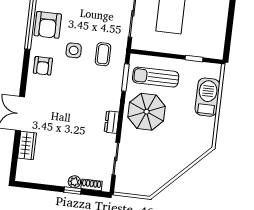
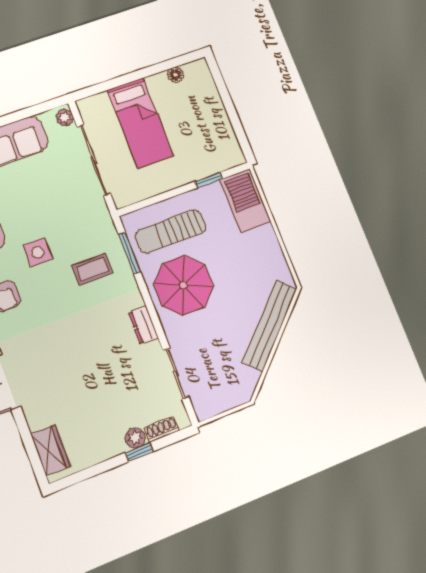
coffee table: (103, 54) -> (92, 269), moved, turned 90
barbecue: (207, 97) -> (245, 201), moved
wardrobe: (27, 146) -> (50, 450), moved
bench: (184, 161) -> (270, 326), added

